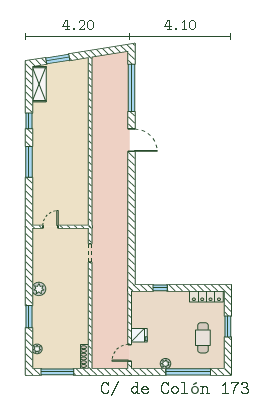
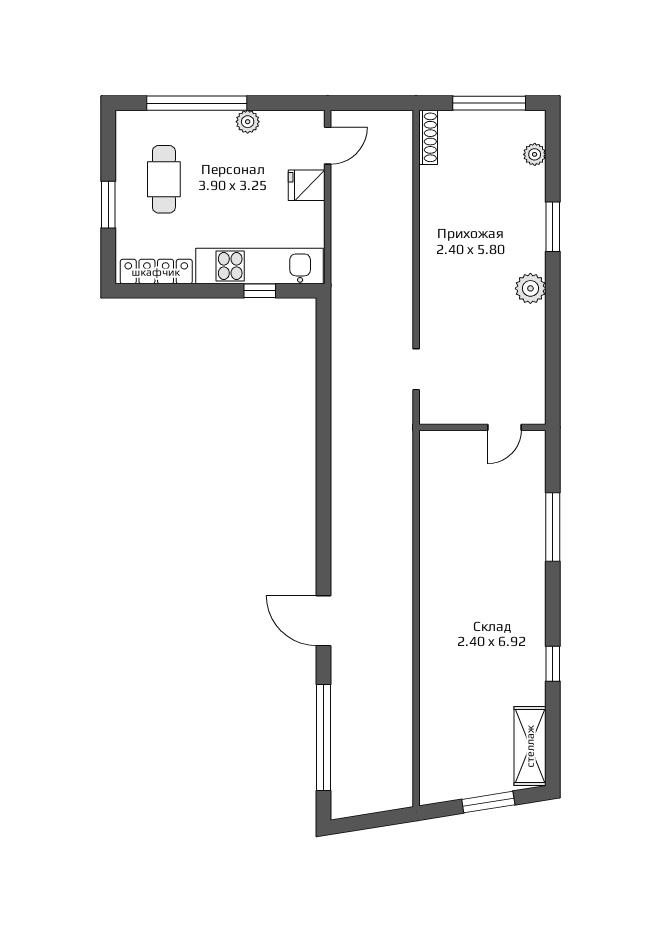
window: (29, 162) -> (553, 527), moved
kitchen unit: (160, 299) -> (259, 266), added

